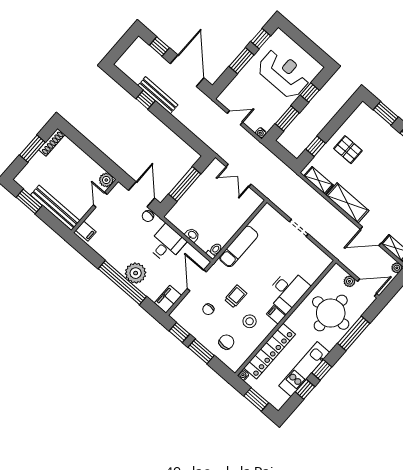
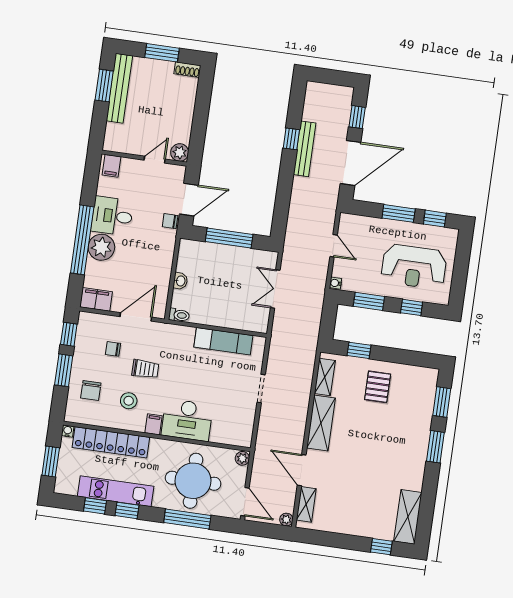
reception desk: (284, 73) -> (414, 267), turned 90
shoe rack: (52, 142) -> (187, 70), width x0.70
bench: (55, 208) -> (119, 88), moved
desk: (167, 244) -> (112, 216), moved, turned 180
exam couch: (239, 246) -> (223, 341), moved
plant: (349, 281) -> (242, 458), moved
chair: (226, 342) -> (91, 391), turned 90

